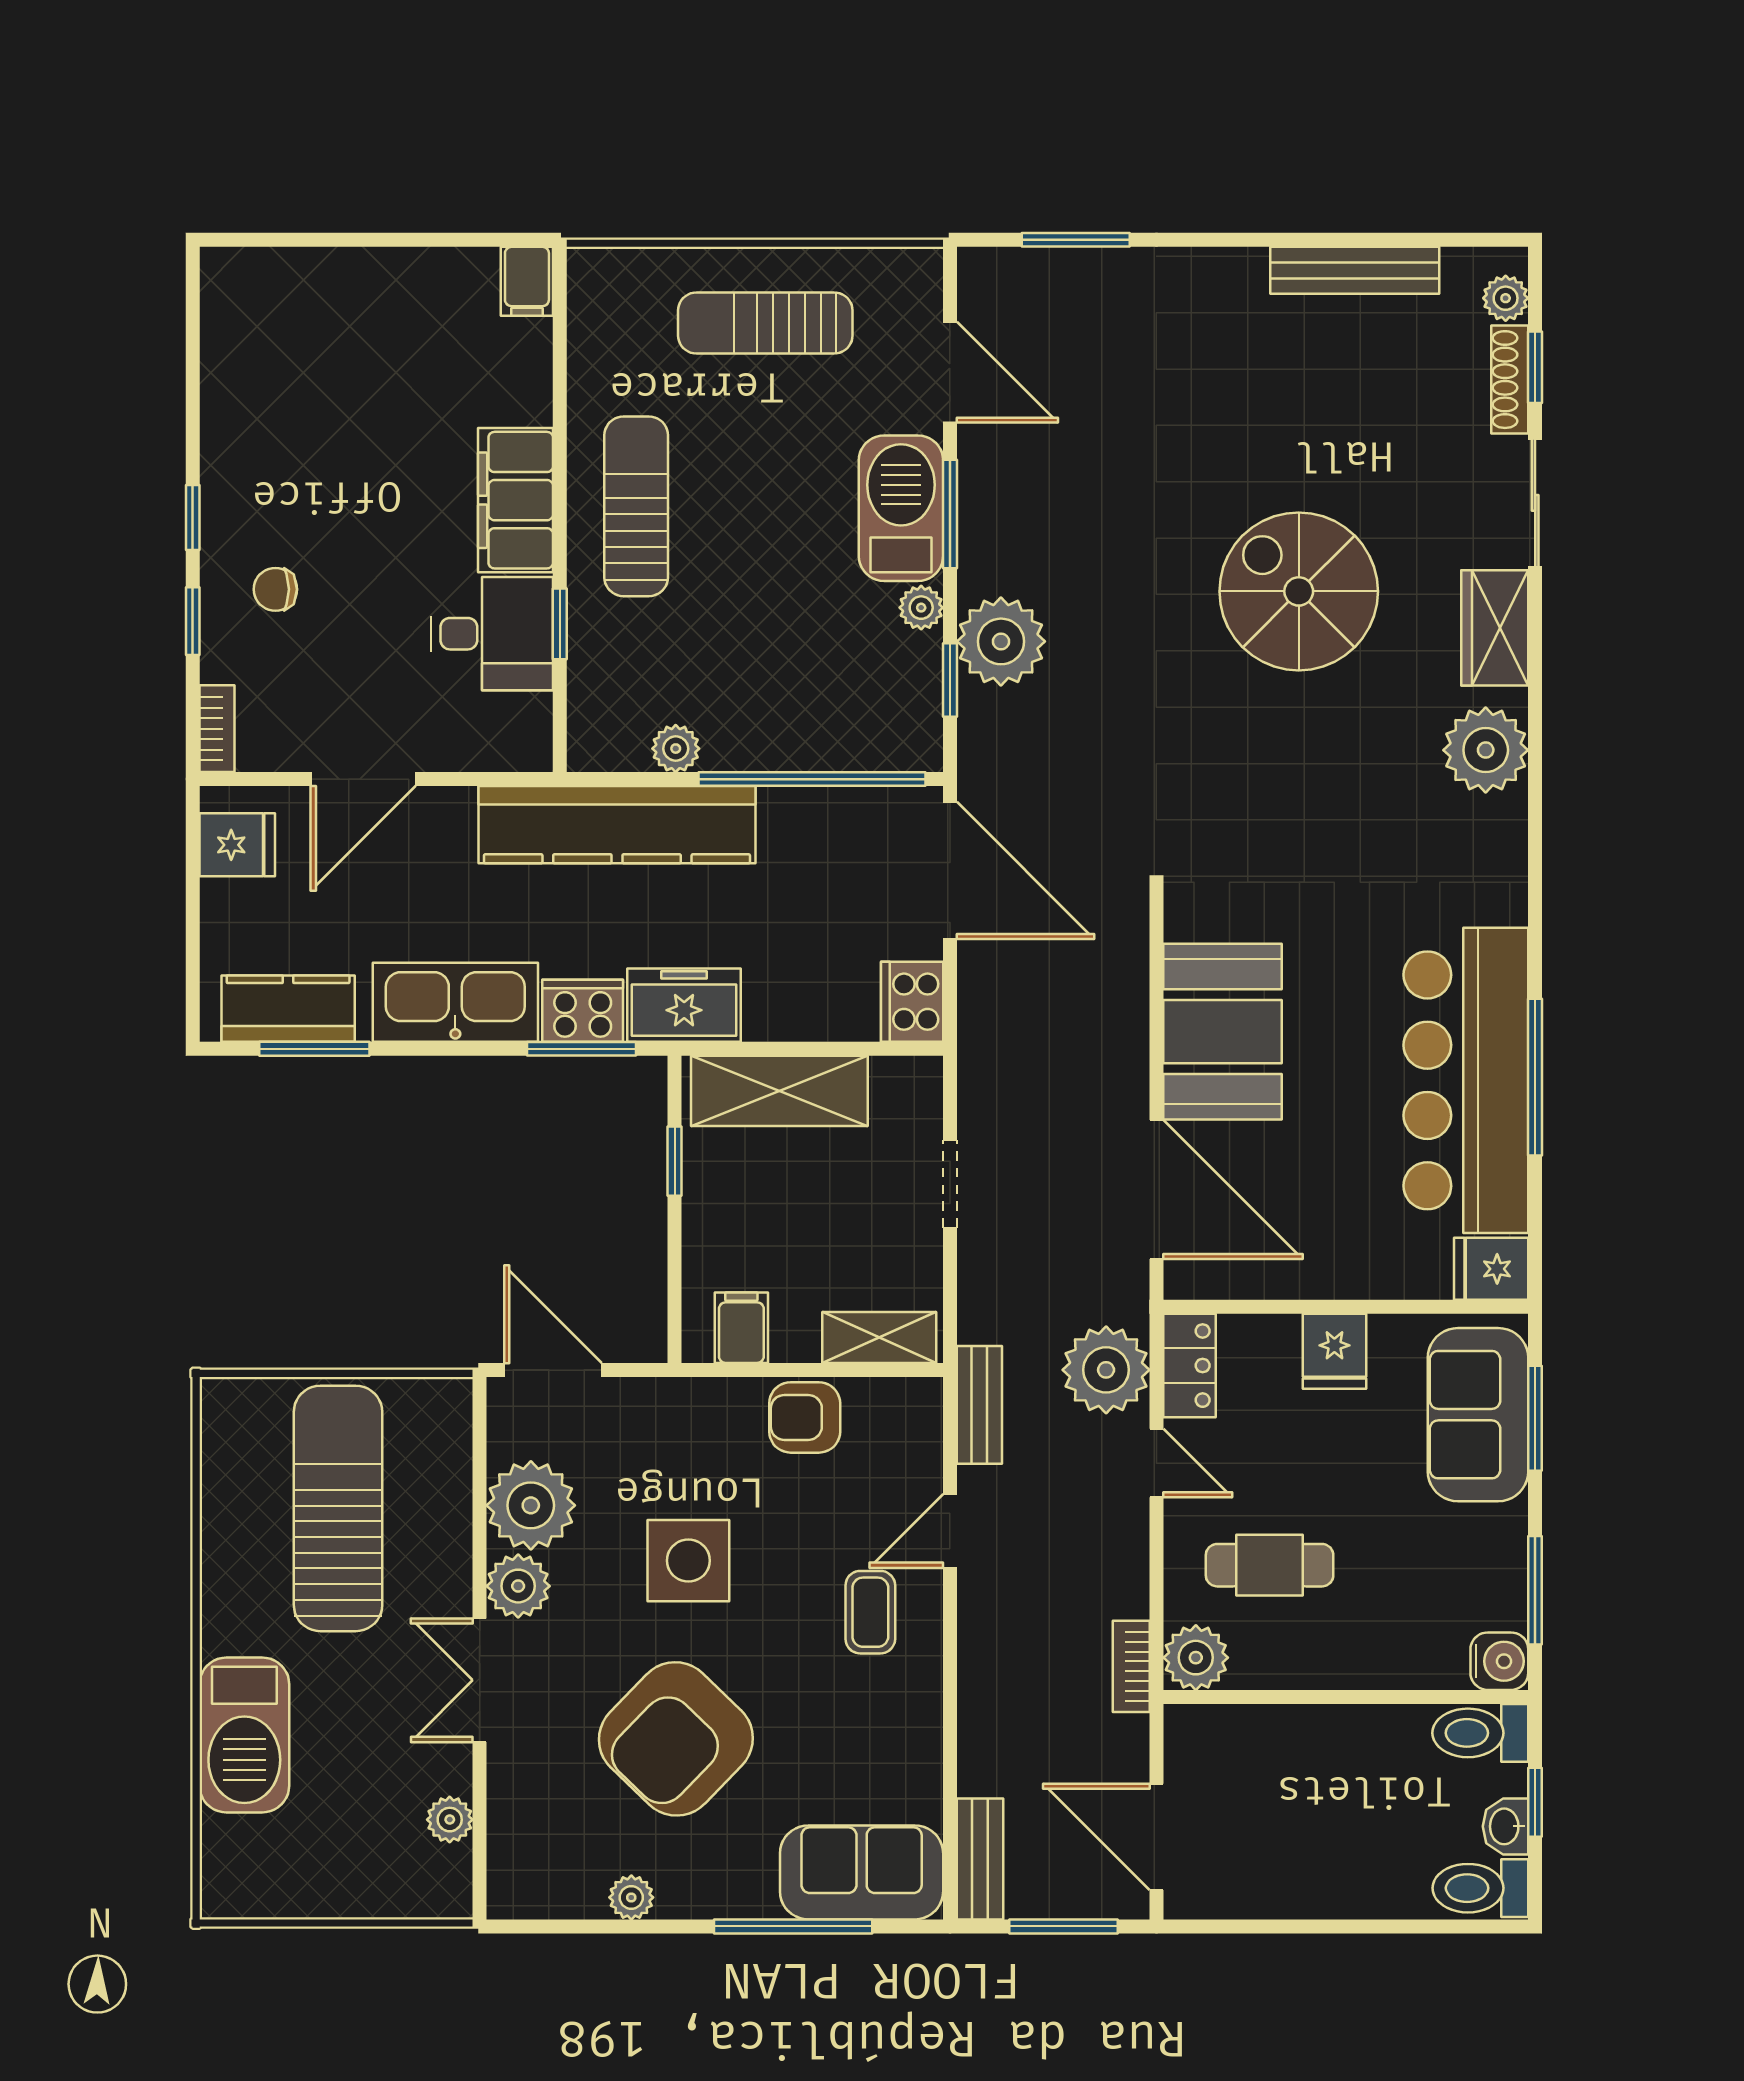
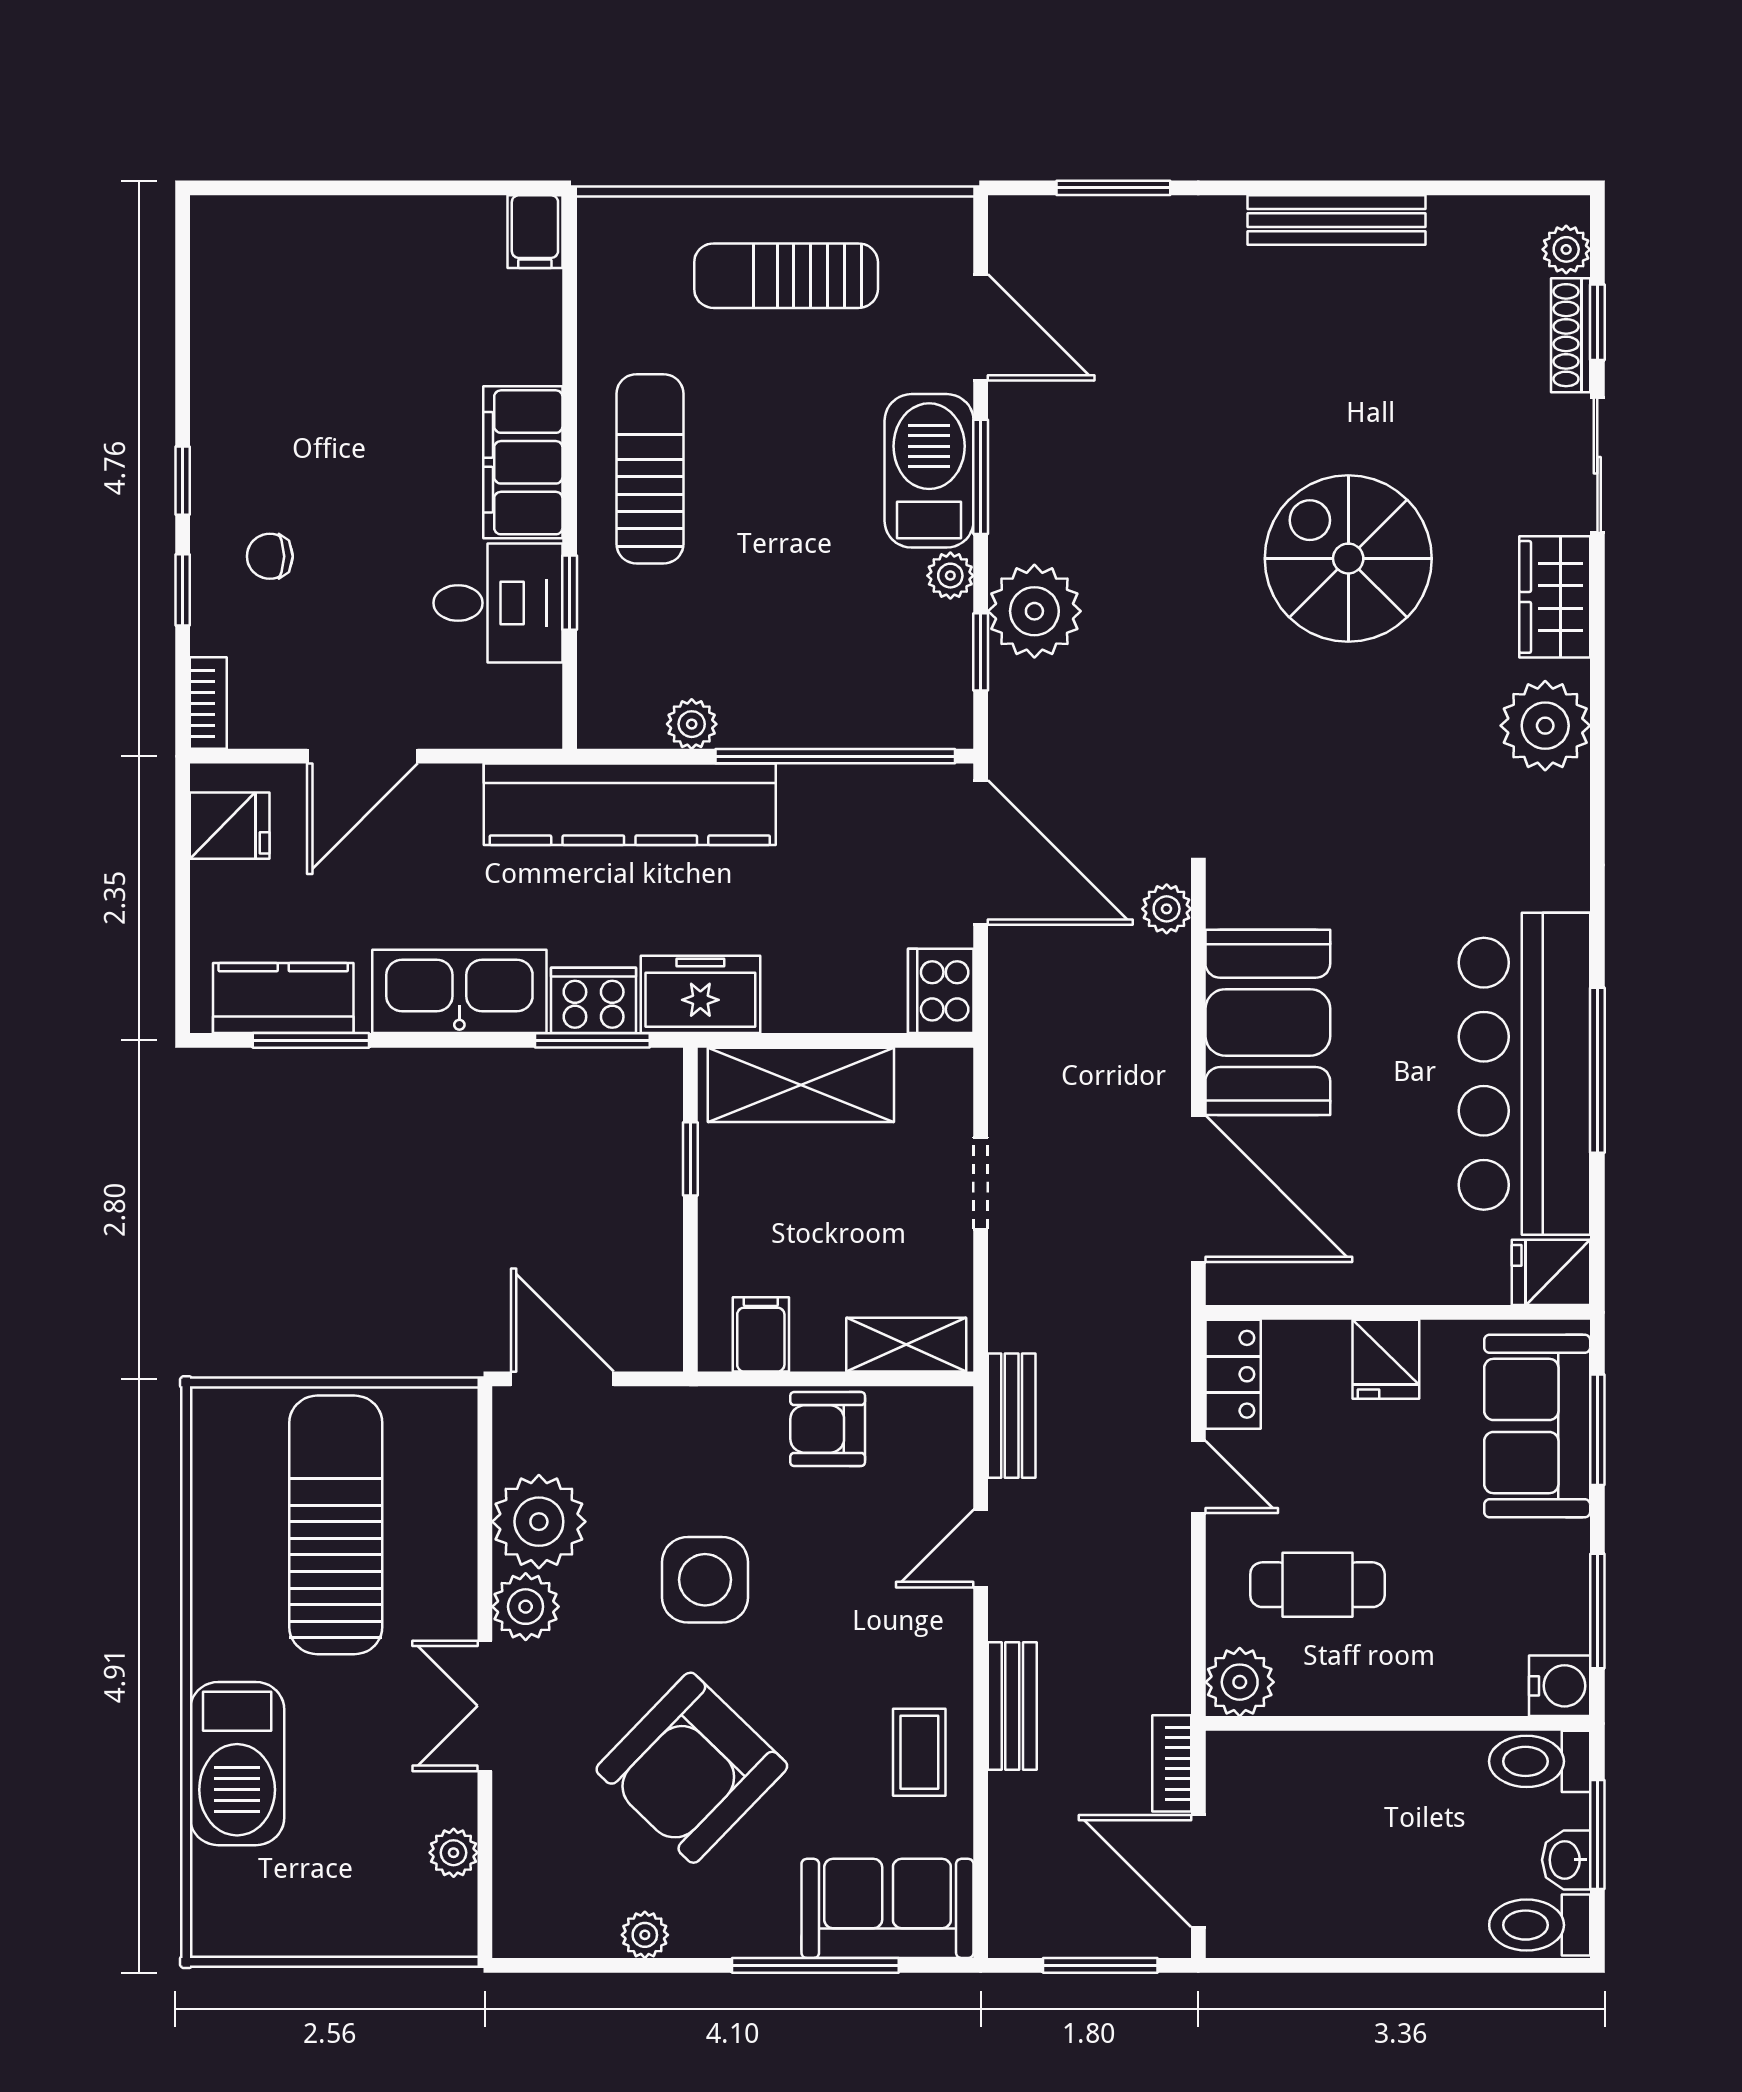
bench: (1355, 270) -> (1336, 220), moved
plant: (1106, 1370) -> (1167, 909), moved, width x0.53, depth x0.53
coffee table: (870, 1612) -> (919, 1752), moved
bookcase: (1131, 1666) -> (1172, 1763), moved
window: (1535, 1802) -> (1597, 1834), width x1.50
bench: (980, 1859) -> (1012, 1706), moved

